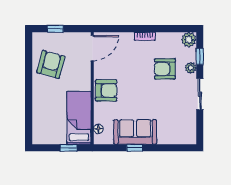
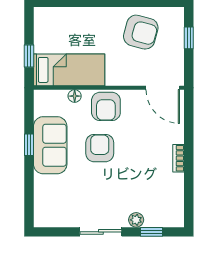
plant: (189, 40) -> (174, 217), removed
armchair: (165, 69) -> (100, 148), moved
floor lamp: (98, 129) -> (75, 96), moved

